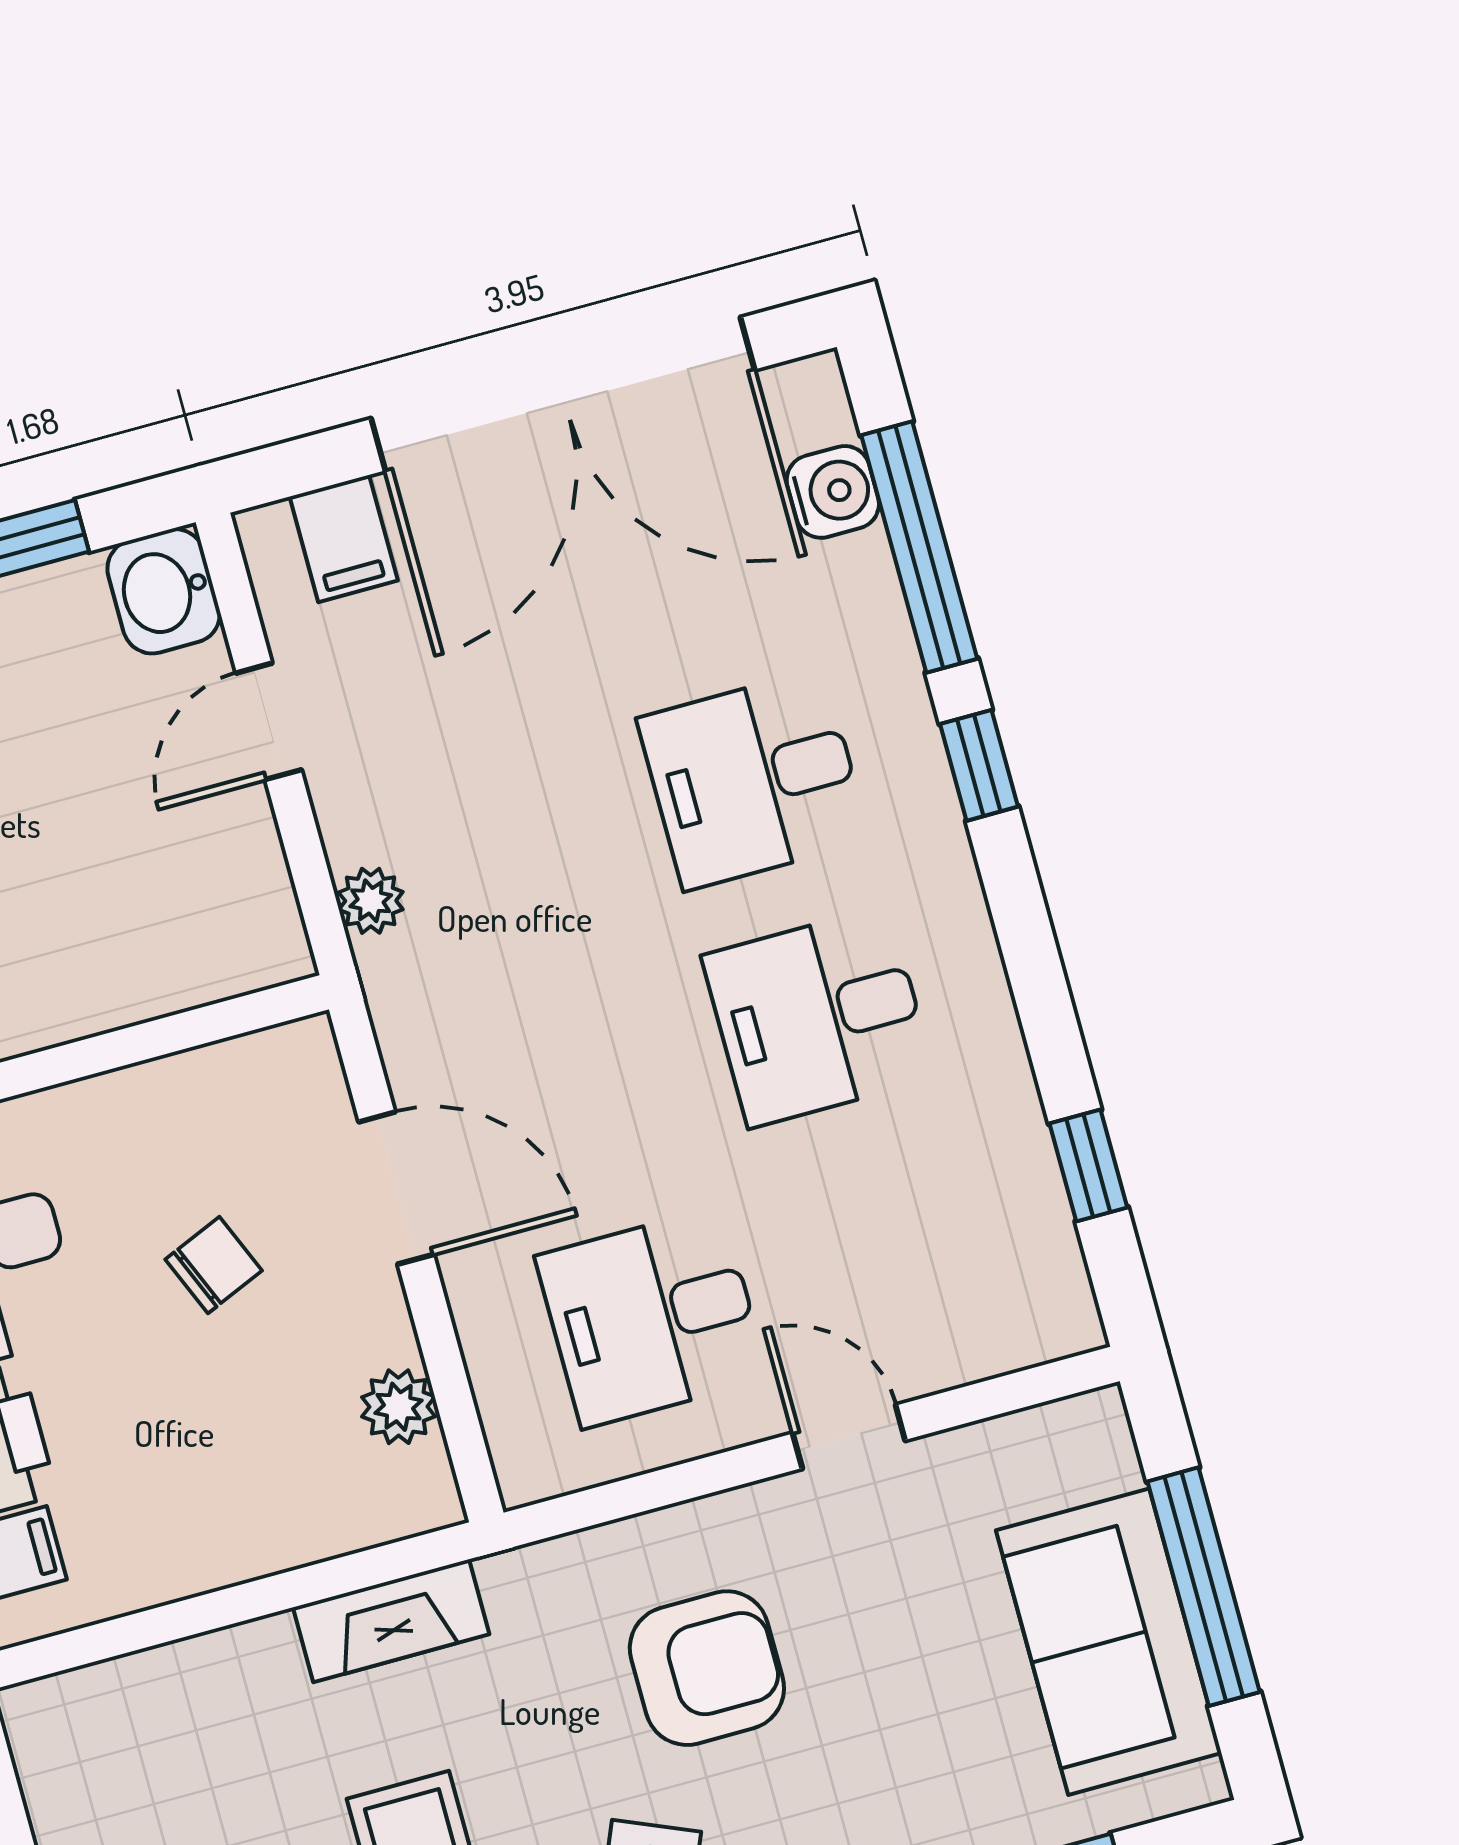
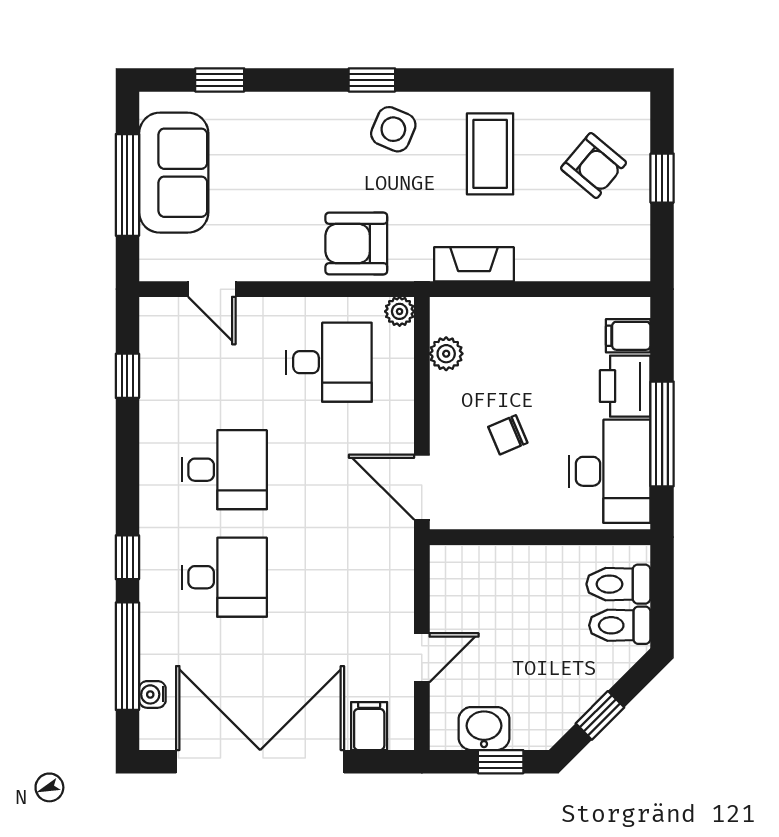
water cooler: (833, 492) -> (152, 694), width x0.72, depth x0.72
washbasin: (164, 591) -> (484, 729), moved, turned -90
plant: (371, 901) -> (400, 311), moved
door: (396, 1188) -> (422, 487), moved
door: (849, 1437) -> (212, 289), moved
armchair: (707, 1668) -> (356, 243), moved

